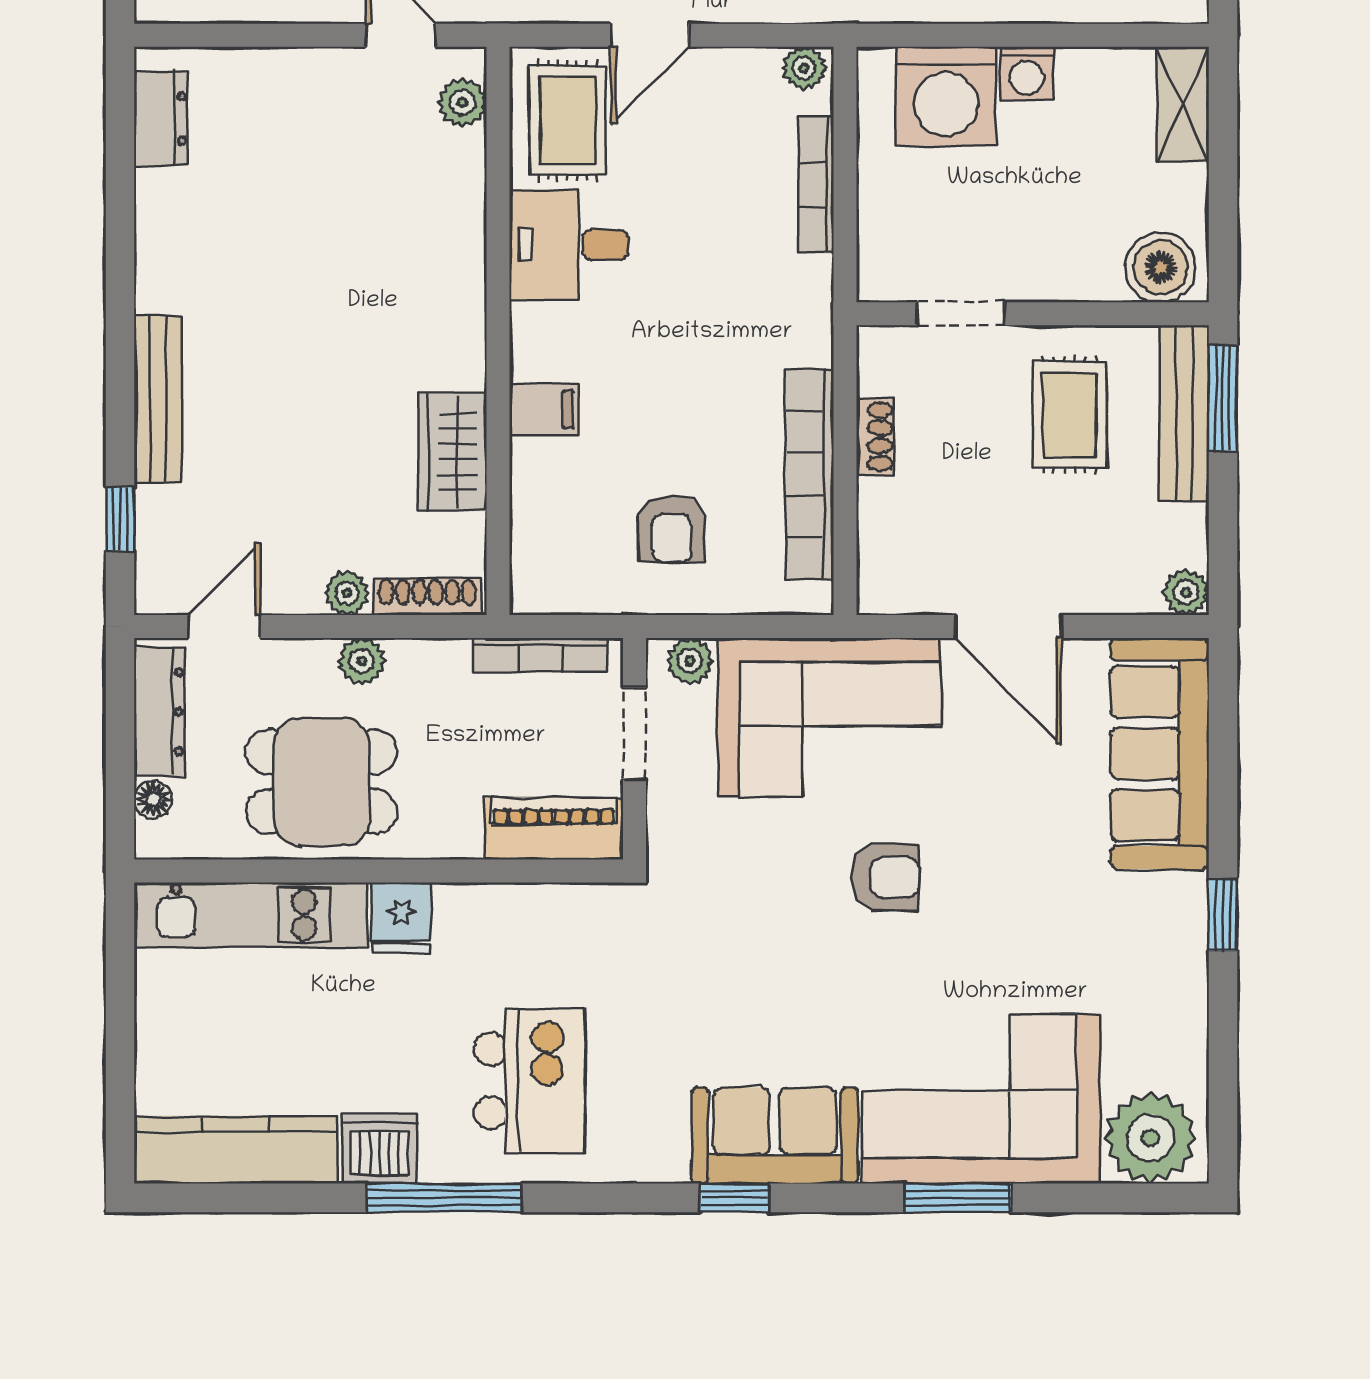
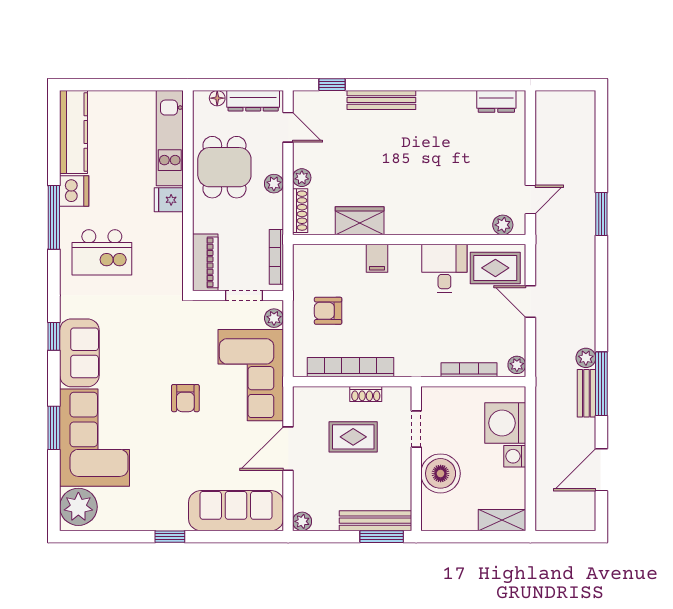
boiler: (1160, 267) -> (441, 473), moved, width x1.37, depth x1.37
rug: (1069, 415) -> (353, 437), moved

